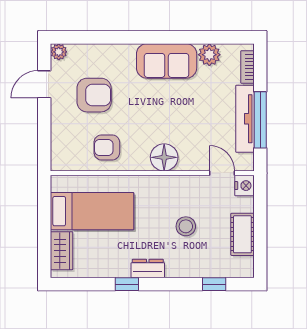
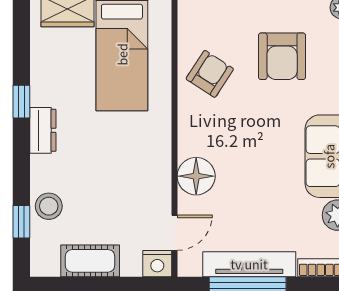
armchair: (107, 147) -> (210, 74), turned 33
floor lamp: (164, 157) -> (196, 176), moved
stool: (186, 226) -> (49, 206), moved

